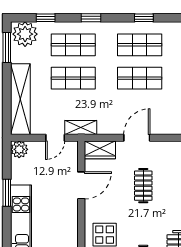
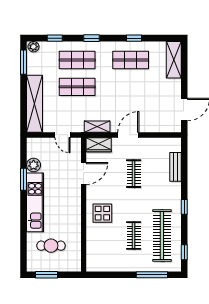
plant: (25, 34) -> (34, 47), width x0.53, depth x0.53
shop shelf: (140, 78) -> (131, 87), removed
shelving: (81, 127) -> (97, 127), moved
door: (55, 138) -> (62, 135), hinge flipped
plant: (19, 149) -> (34, 165), moved

